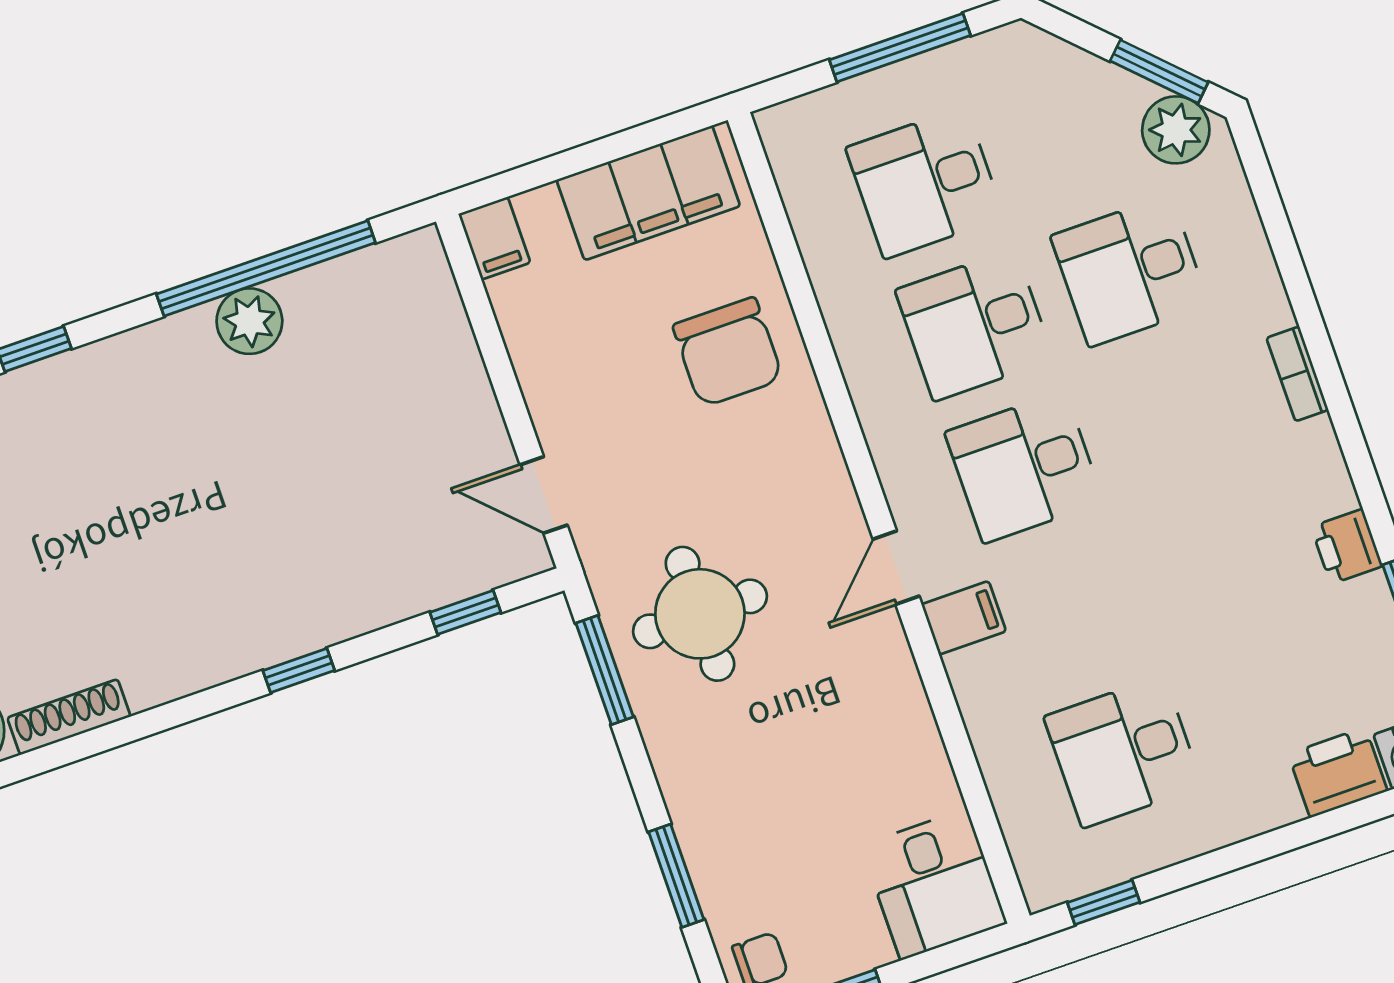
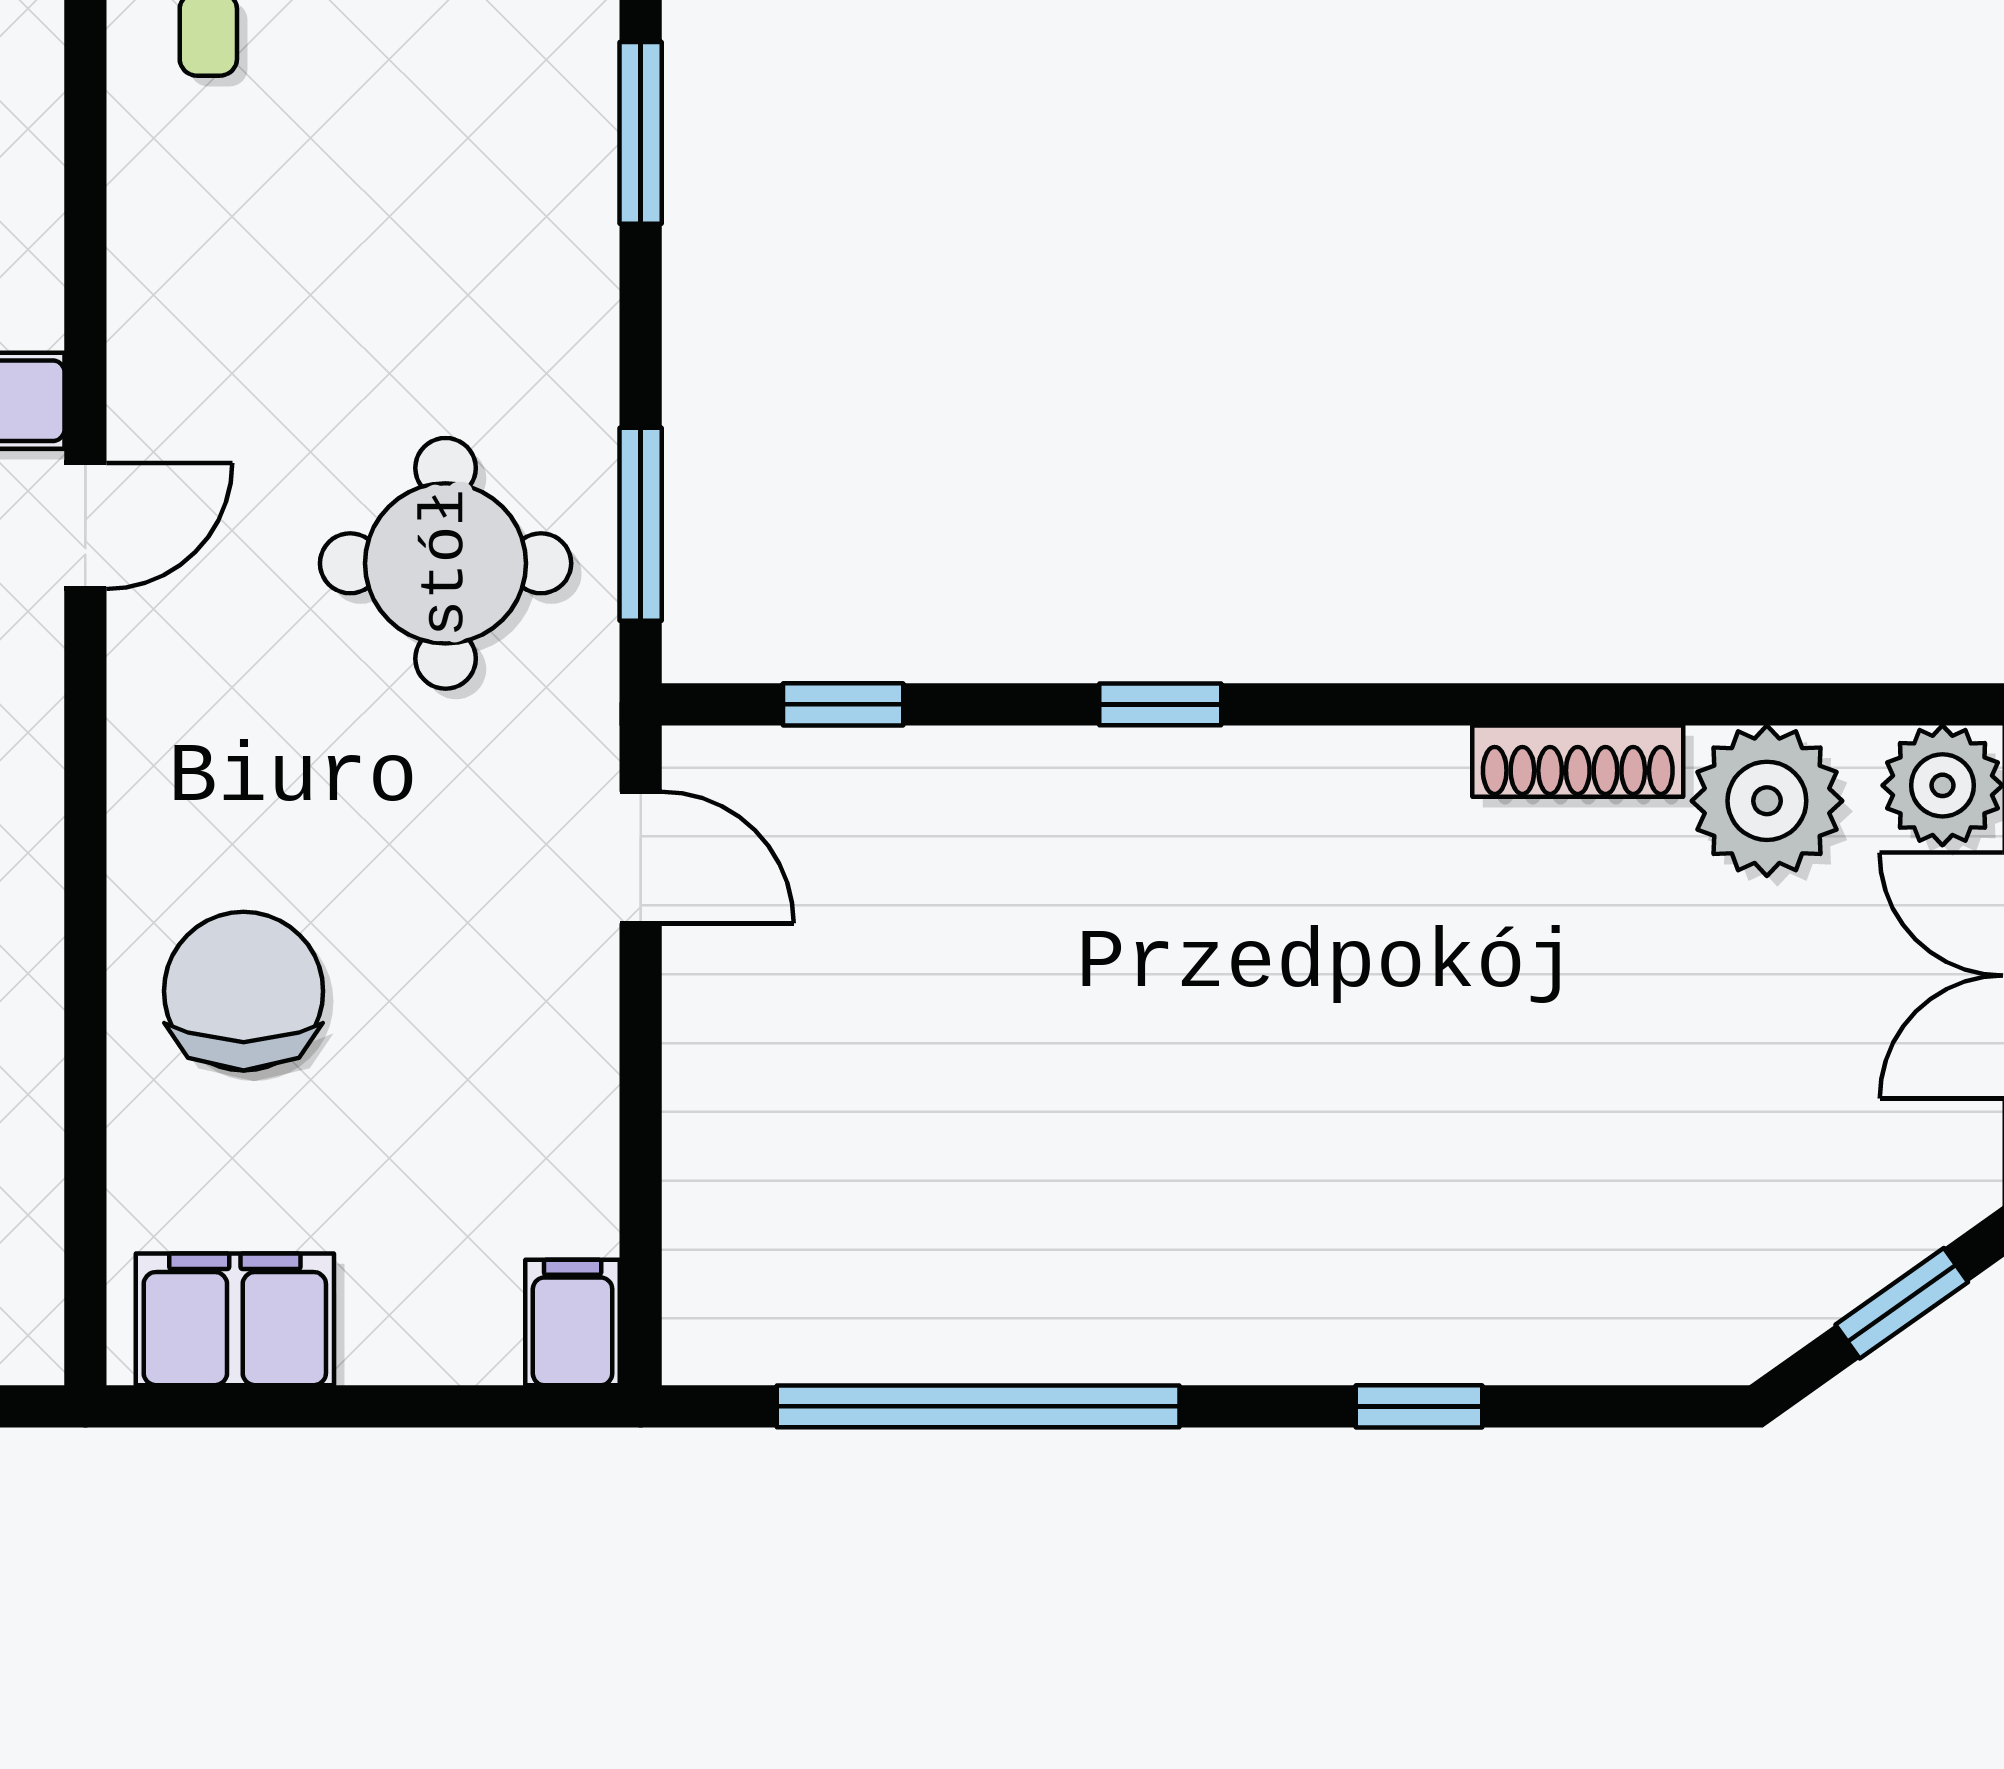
filing cabinet: (648, 193) -> (235, 1319), width x0.67, depth x0.86
plant: (249, 321) -> (1037, 1326), removed

